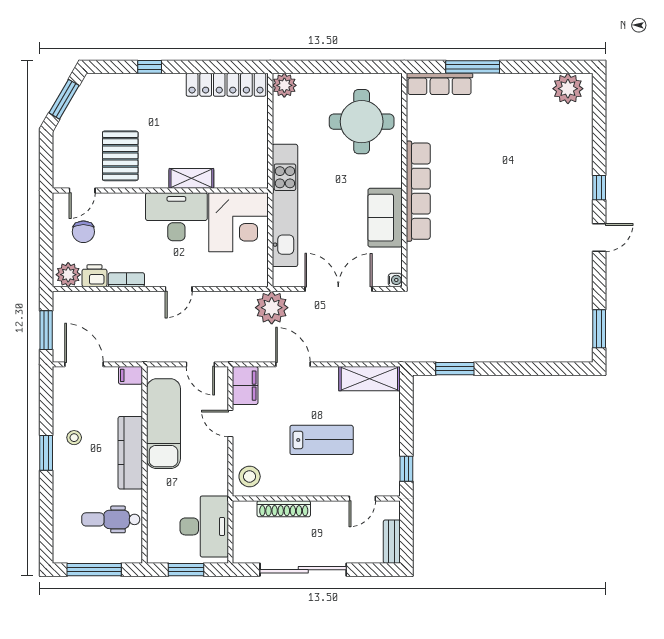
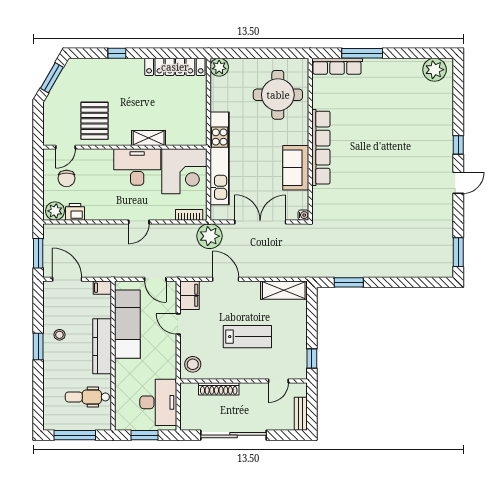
bookcase: (126, 280) -> (189, 215), moved

